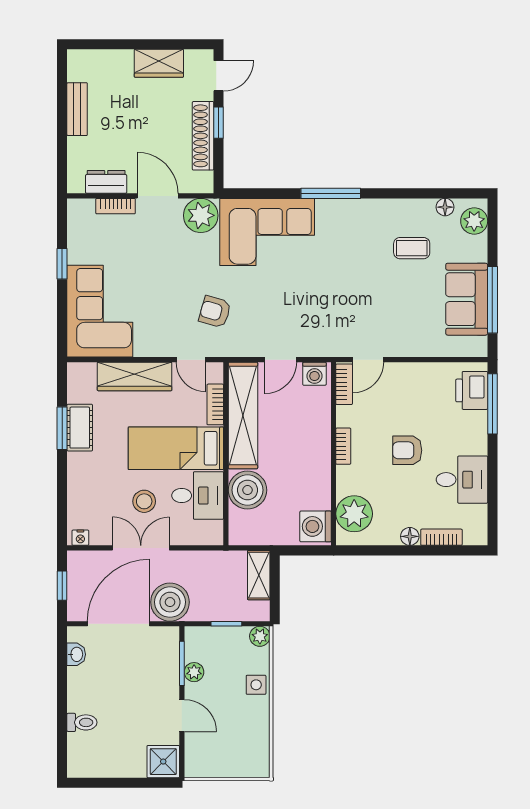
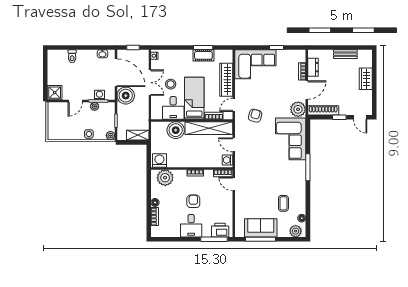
wardrobe: (159, 63) -> (366, 79), moved
shoe rack: (203, 136) -> (323, 110), moved
desk: (462, 480) -> (191, 226), moved
washing machine: (169, 661) -> (99, 95), added

